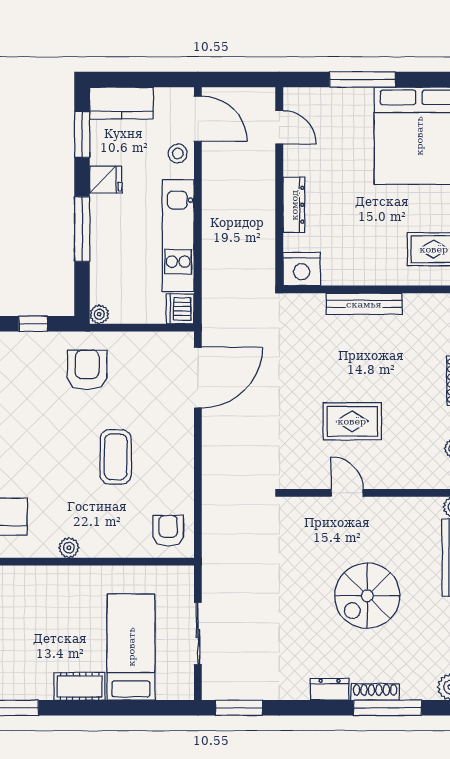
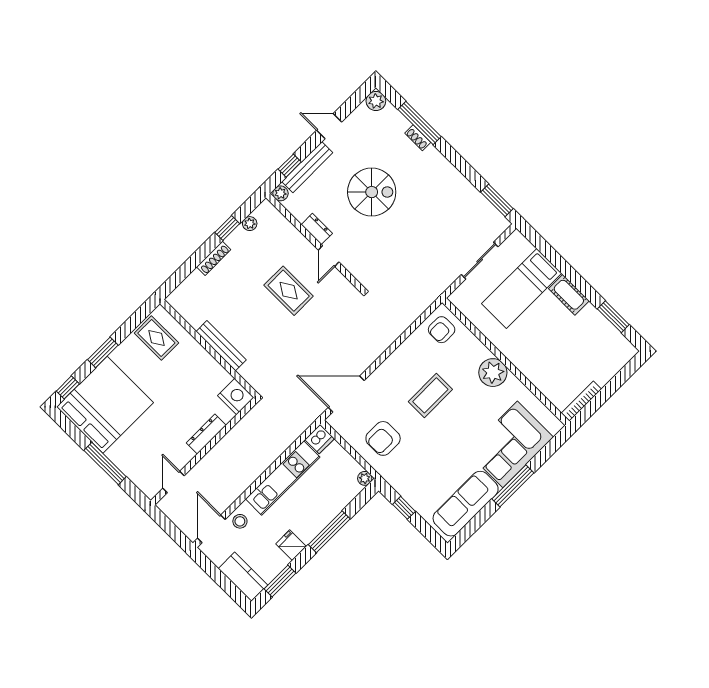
armchair: (87, 370) -> (383, 438), moved
plant: (69, 548) -> (493, 373), width x1.87, depth x1.87
dresser: (330, 689) -> (317, 229), moved, turned 180
shoe rack: (375, 692) -> (418, 138), width x0.70

